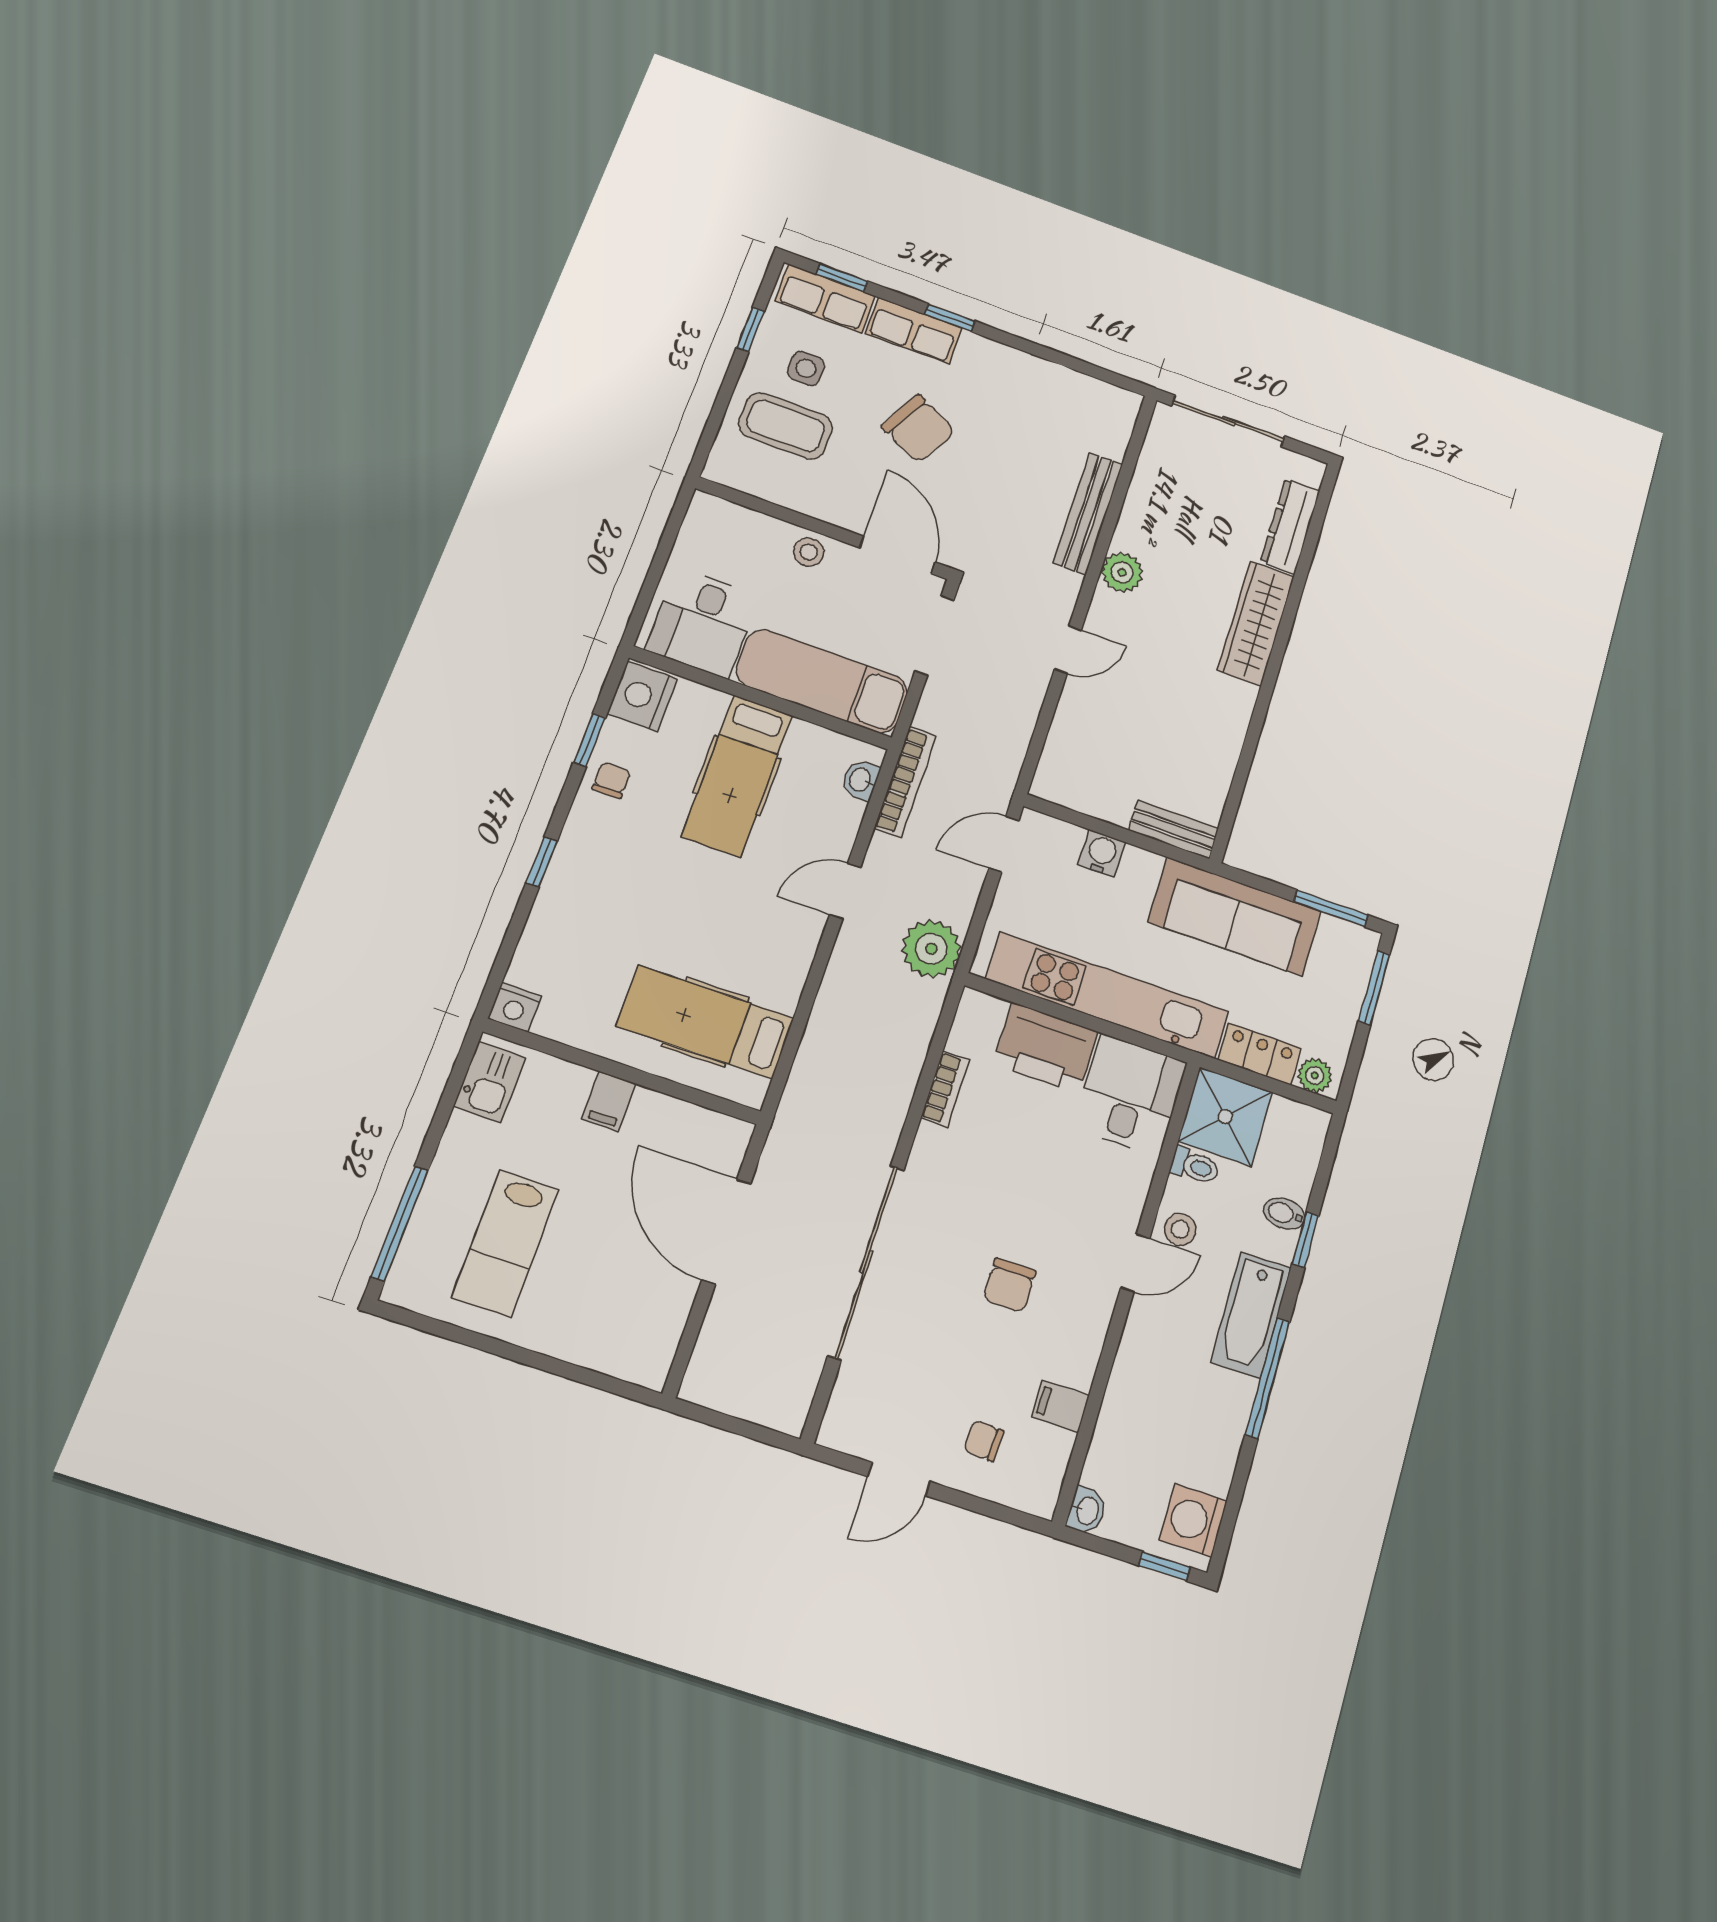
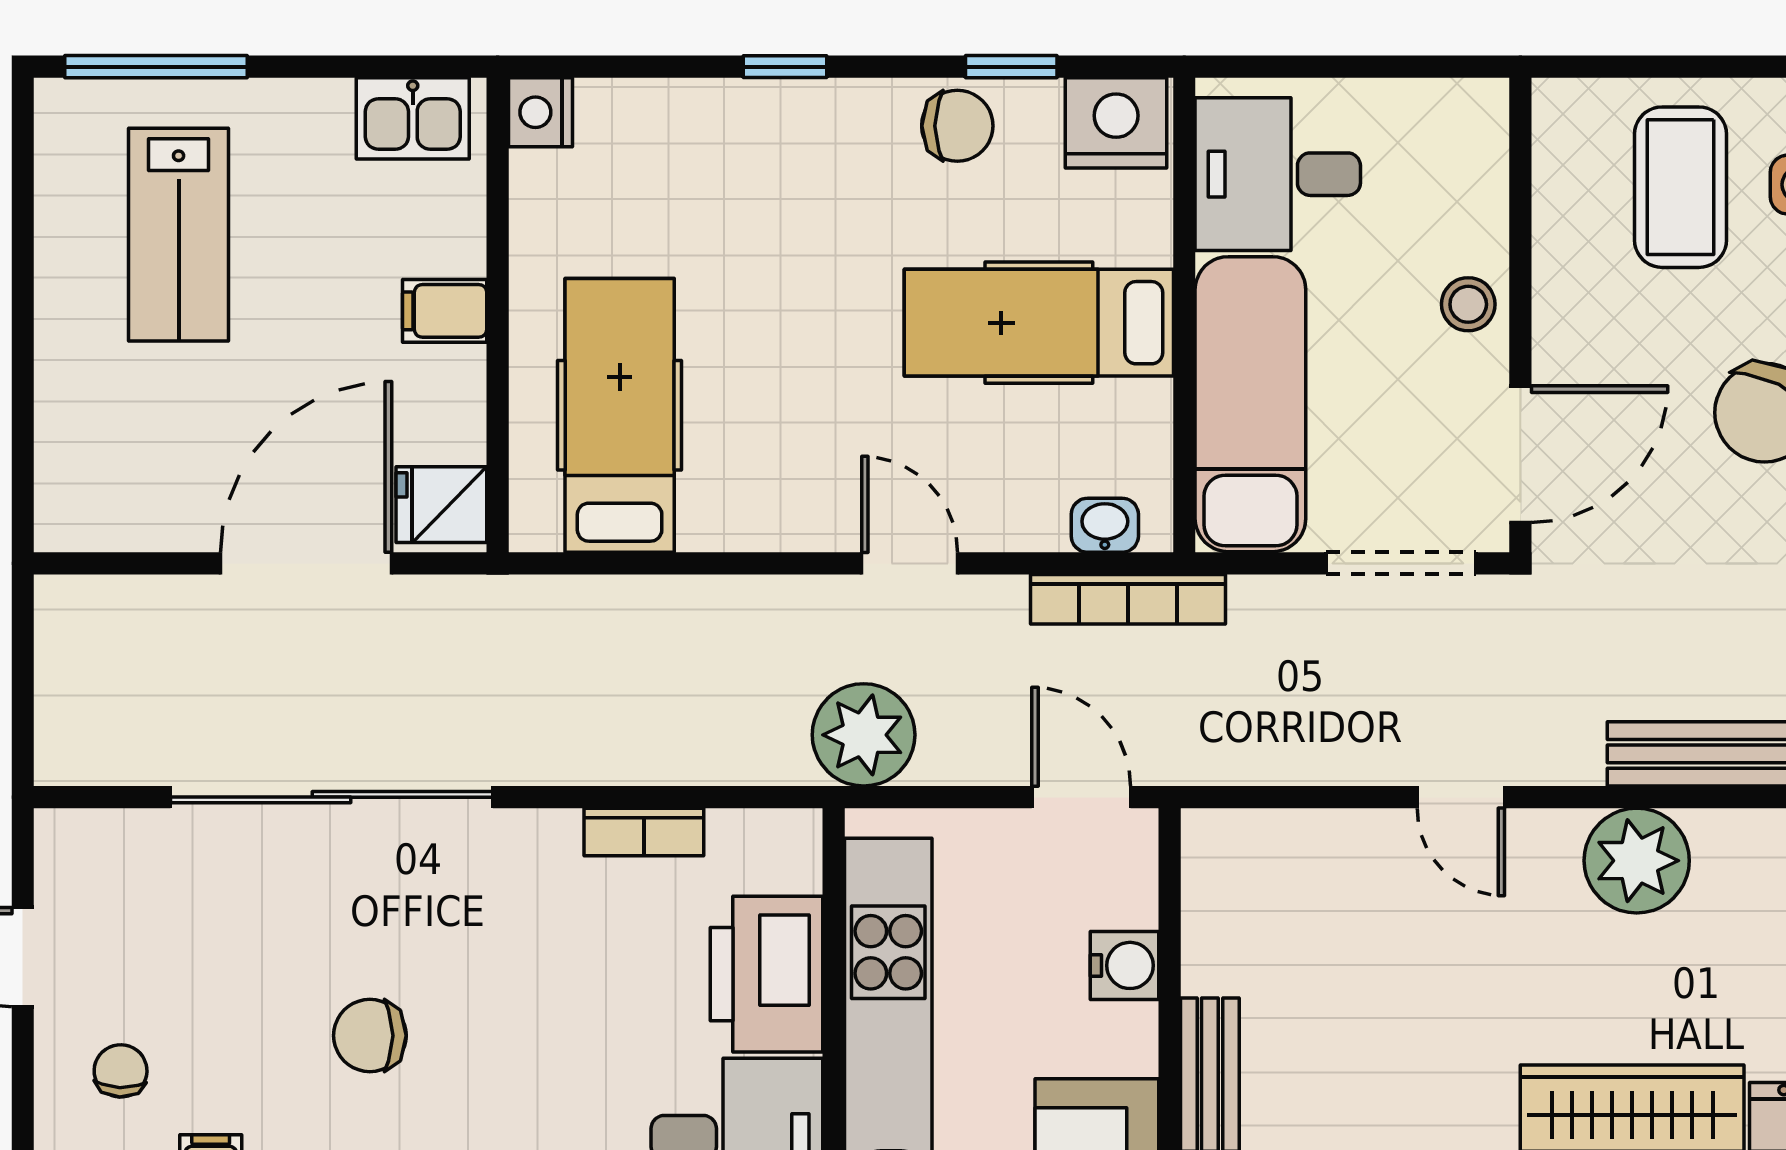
plant: (1122, 572) -> (1637, 861), width x1.36, depth x1.36
chair: (611, 780) -> (957, 126), width x1.37, depth x1.37
fridge: (720, 1141) -> (441, 505), added
lab bench: (505, 1243) -> (179, 235), turned -90

